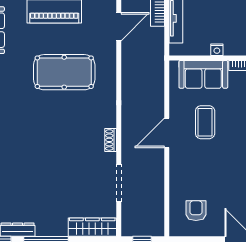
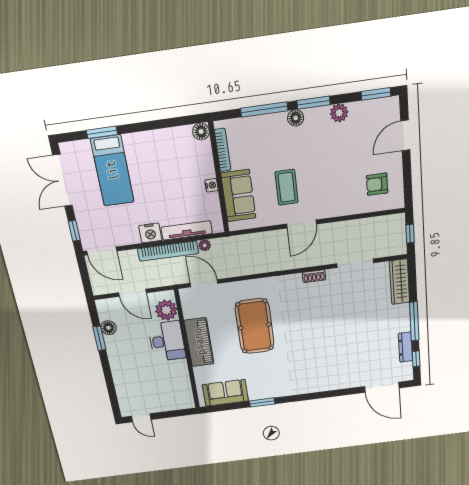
plant: (158, 34) -> (205, 245), added
coffee table: (205, 122) -> (287, 187), turned 90
door: (167, 133) -> (302, 224), hinge flipped

